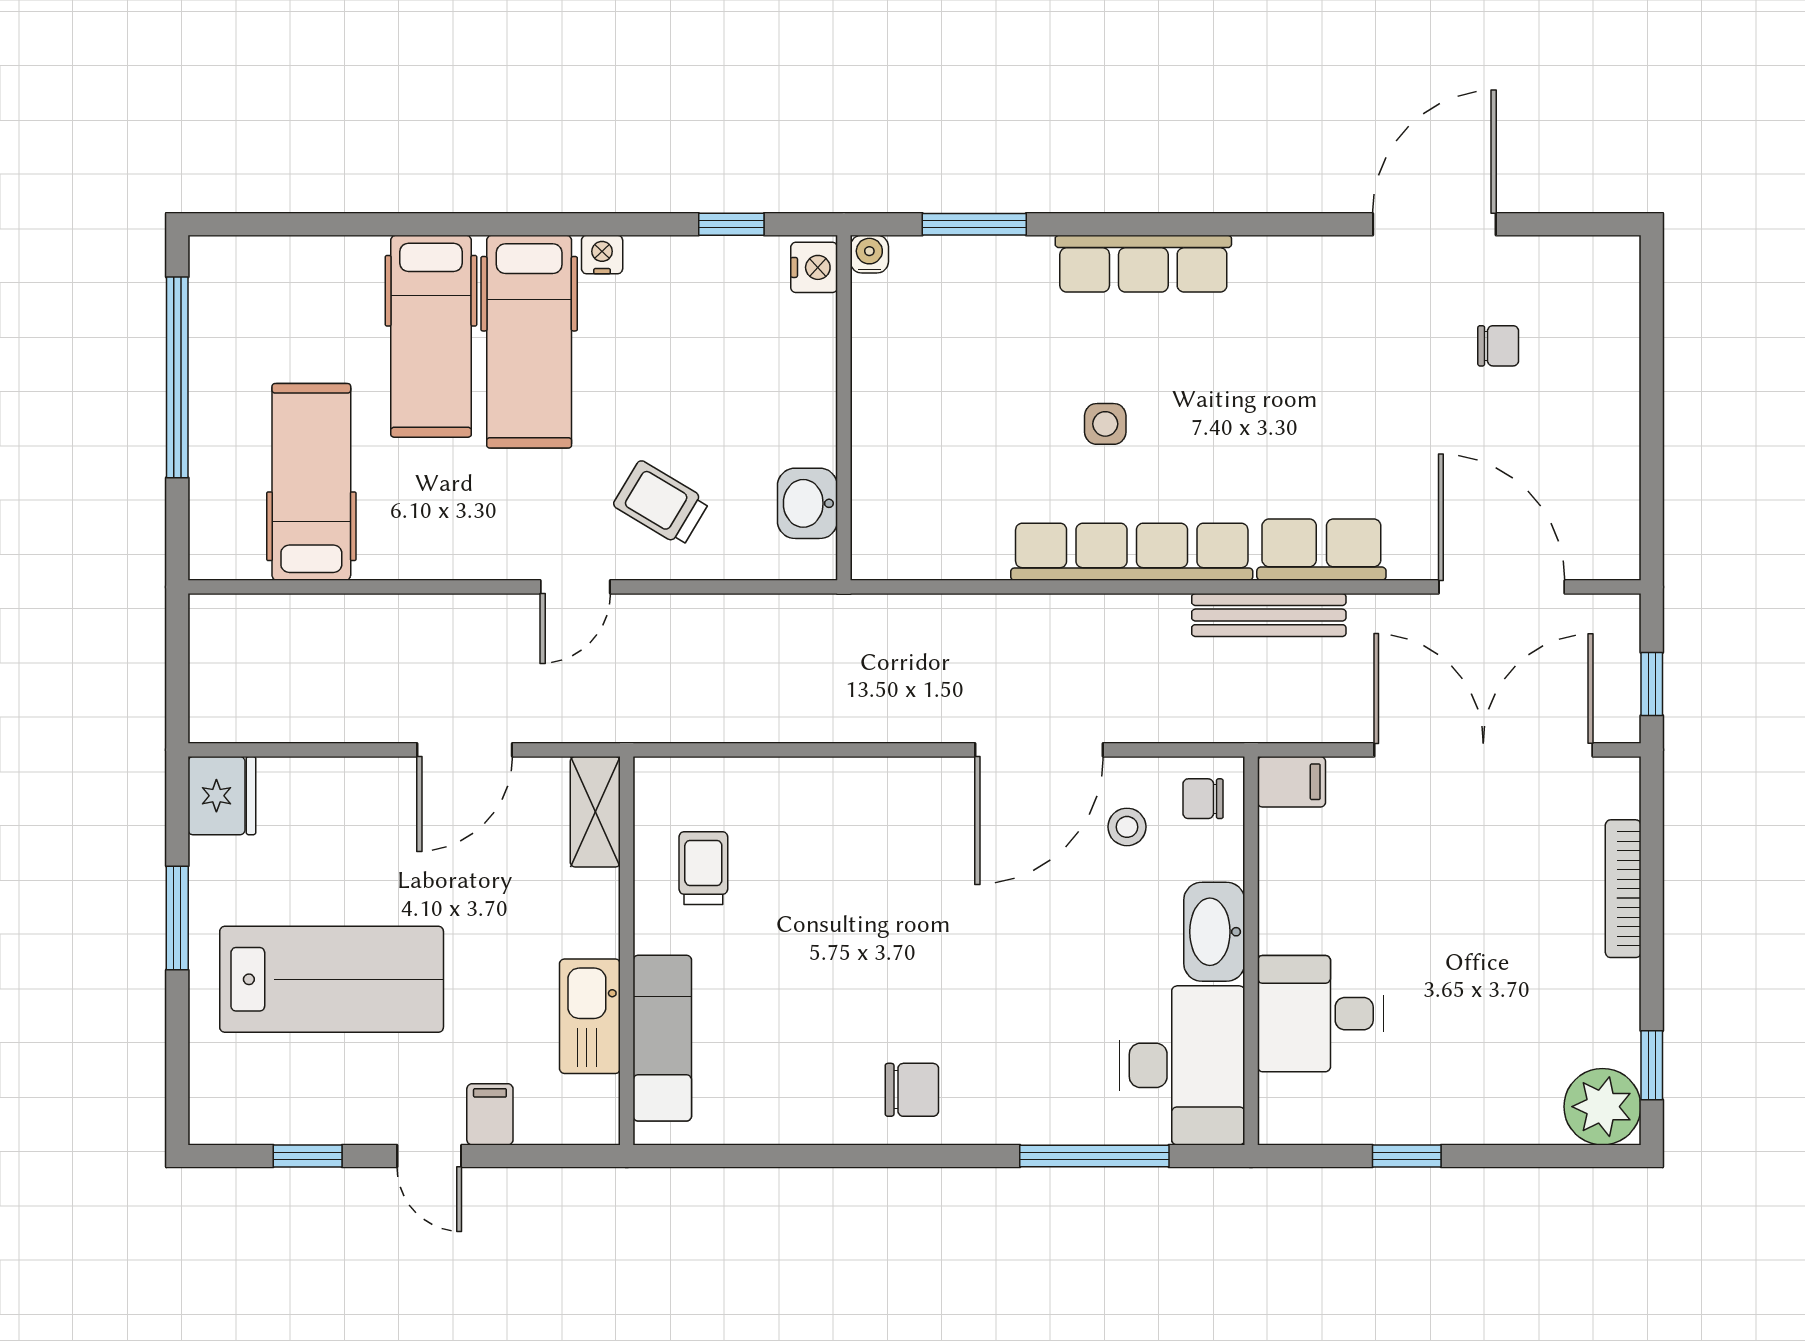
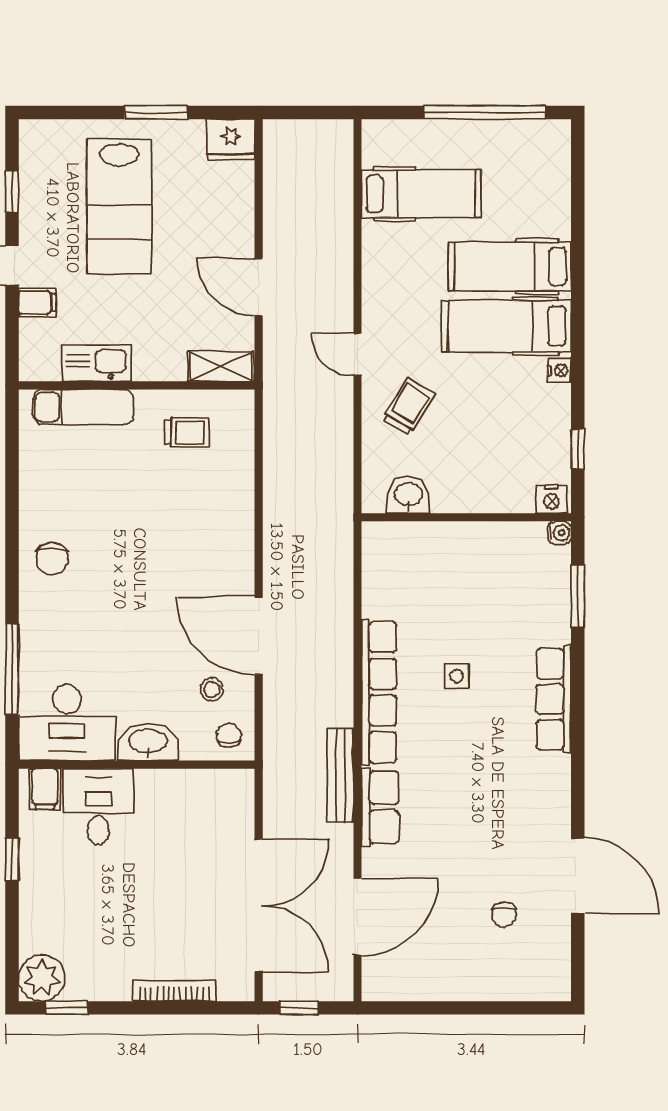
filing cabinet: (1291, 782) -> (45, 789), moved

